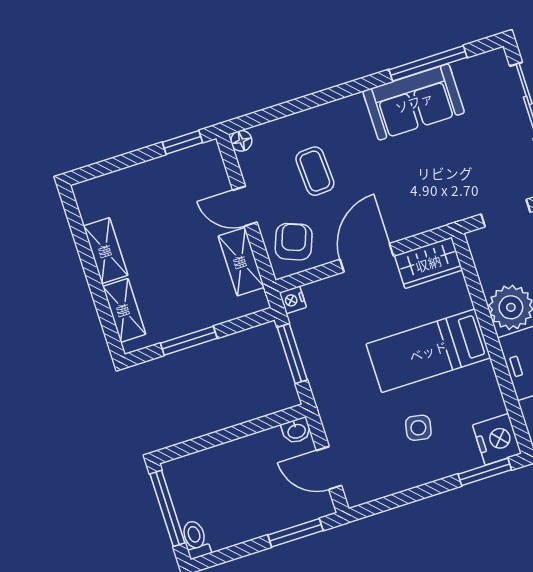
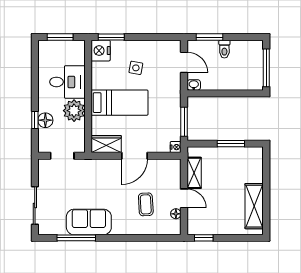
floor lamp: (241, 141) -> (176, 214), moved
armchair: (294, 242) -> (166, 174), removed
shelving: (106, 251) -> (254, 206), width x1.50, depth x1.33
shelving: (124, 310) -> (257, 168), removed
toilet: (196, 539) -> (224, 49), moved

